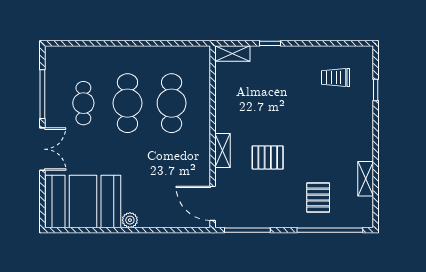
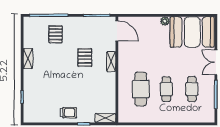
trolley: (336, 78) -> (68, 113), moved
cafe table: (127, 103) -> (166, 89), width x0.73, depth x0.74
pallet: (268, 157) -> (85, 58), turned 90
shelving: (366, 179) -> (28, 59), moved

